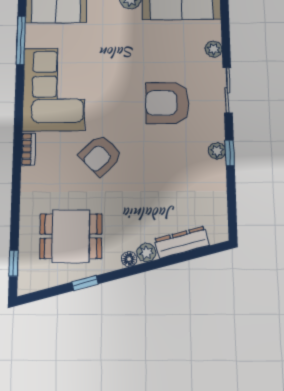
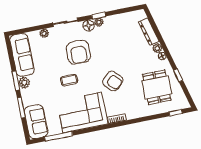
coffee table: (119, 77) -> (69, 80), added
floor lamp: (214, 131) -> (89, 26), added

